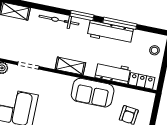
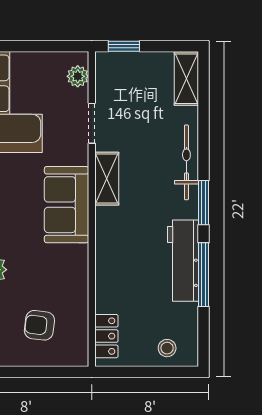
shelving: (70, 66) -> (107, 179), moved
workbench: (113, 73) -> (111, 280), removed
sofa: (93, 93) -> (67, 205), moved

